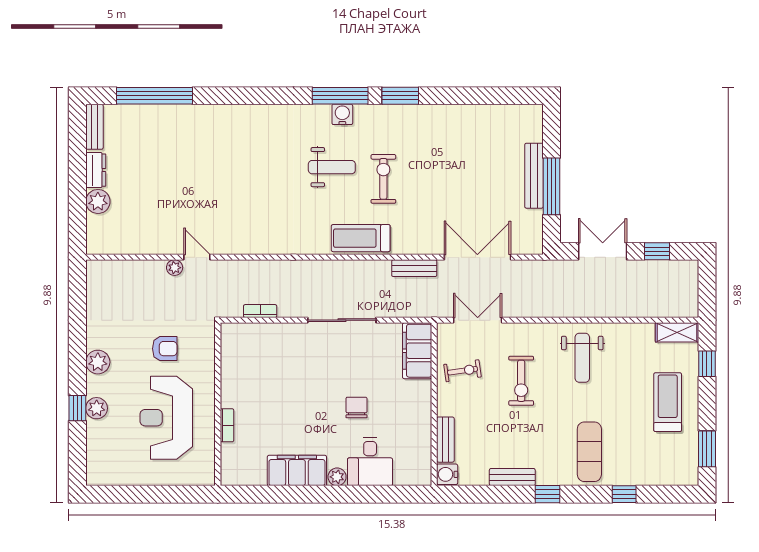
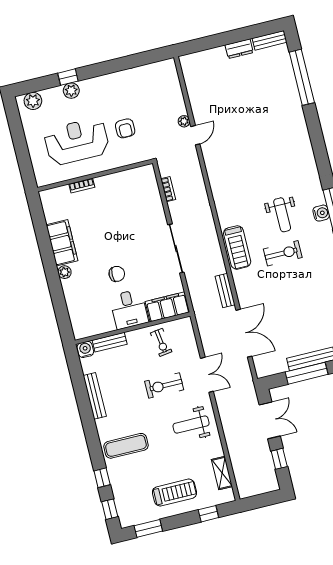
plant: (98, 201) -> (217, 56), removed
treadmill: (361, 238) -> (237, 247), turned 180
double door: (478, 320) -> (207, 375), moved
shelving: (677, 332) -> (222, 473), moved
plant: (98, 362) -> (33, 101), moved
desk: (370, 462) -> (129, 309), moved, turned -90
bench: (512, 477) -> (95, 396), width x1.36
window: (547, 494) -> (110, 509), moved

